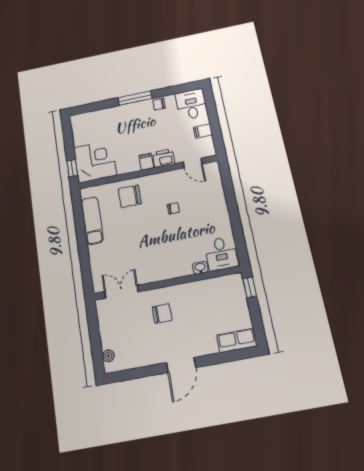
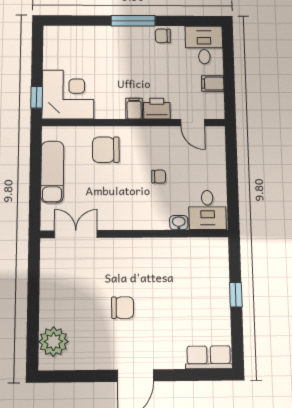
desk: (221, 254) -> (207, 210), moved
washbasin: (200, 268) -> (179, 223), moved
wall: (167, 283) -> (135, 234), moved
double door: (121, 292) -> (76, 234), moved
plant: (108, 356) -> (53, 342), width x1.88, depth x1.88

